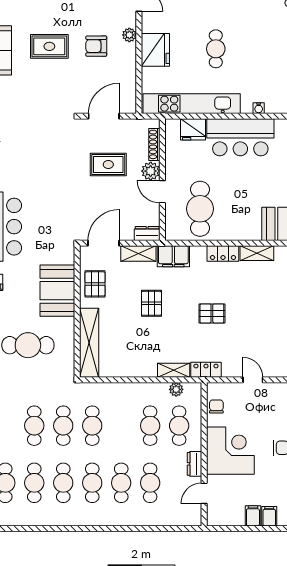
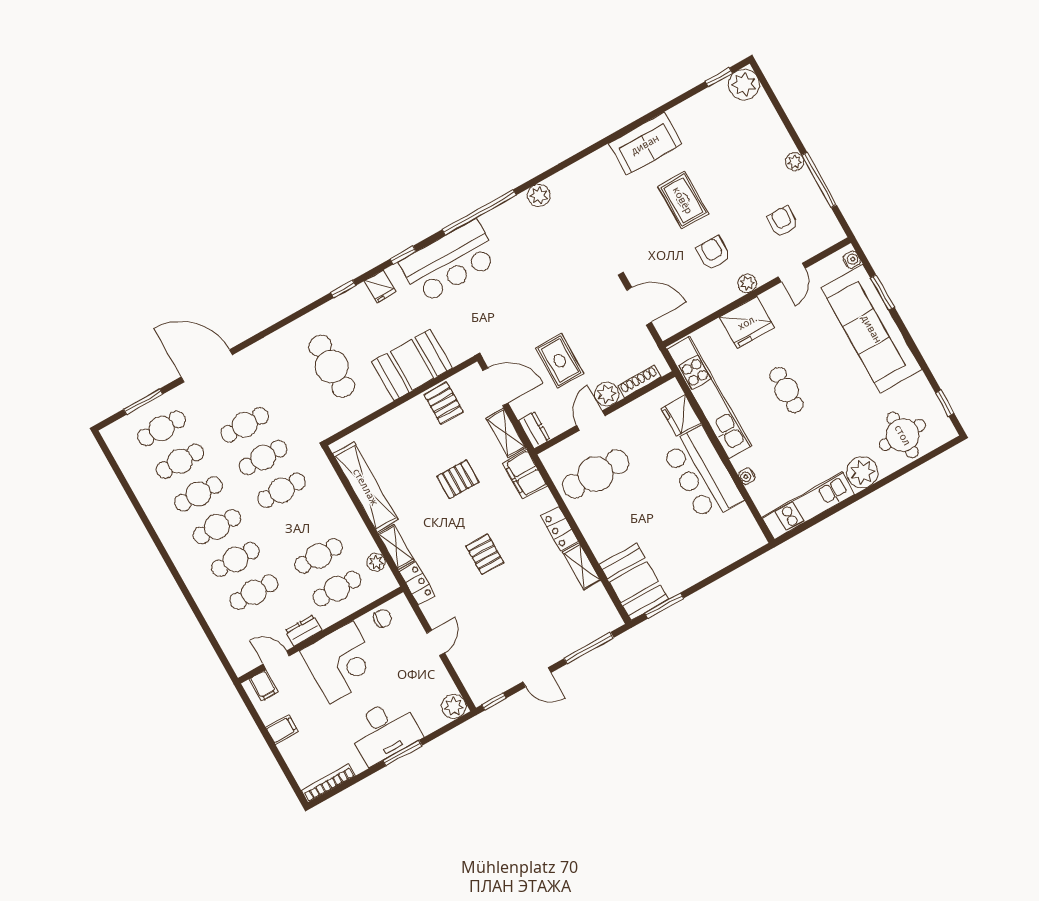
cafe table: (216, 49) -> (787, 390), turned 90
rug: (108, 165) -> (560, 361), moved
pallet: (95, 284) -> (444, 403), turned 90
shelving: (89, 343) -> (366, 487), moved, turned 90
filing cabinet: (269, 516) -> (264, 685), moved, turned 90

